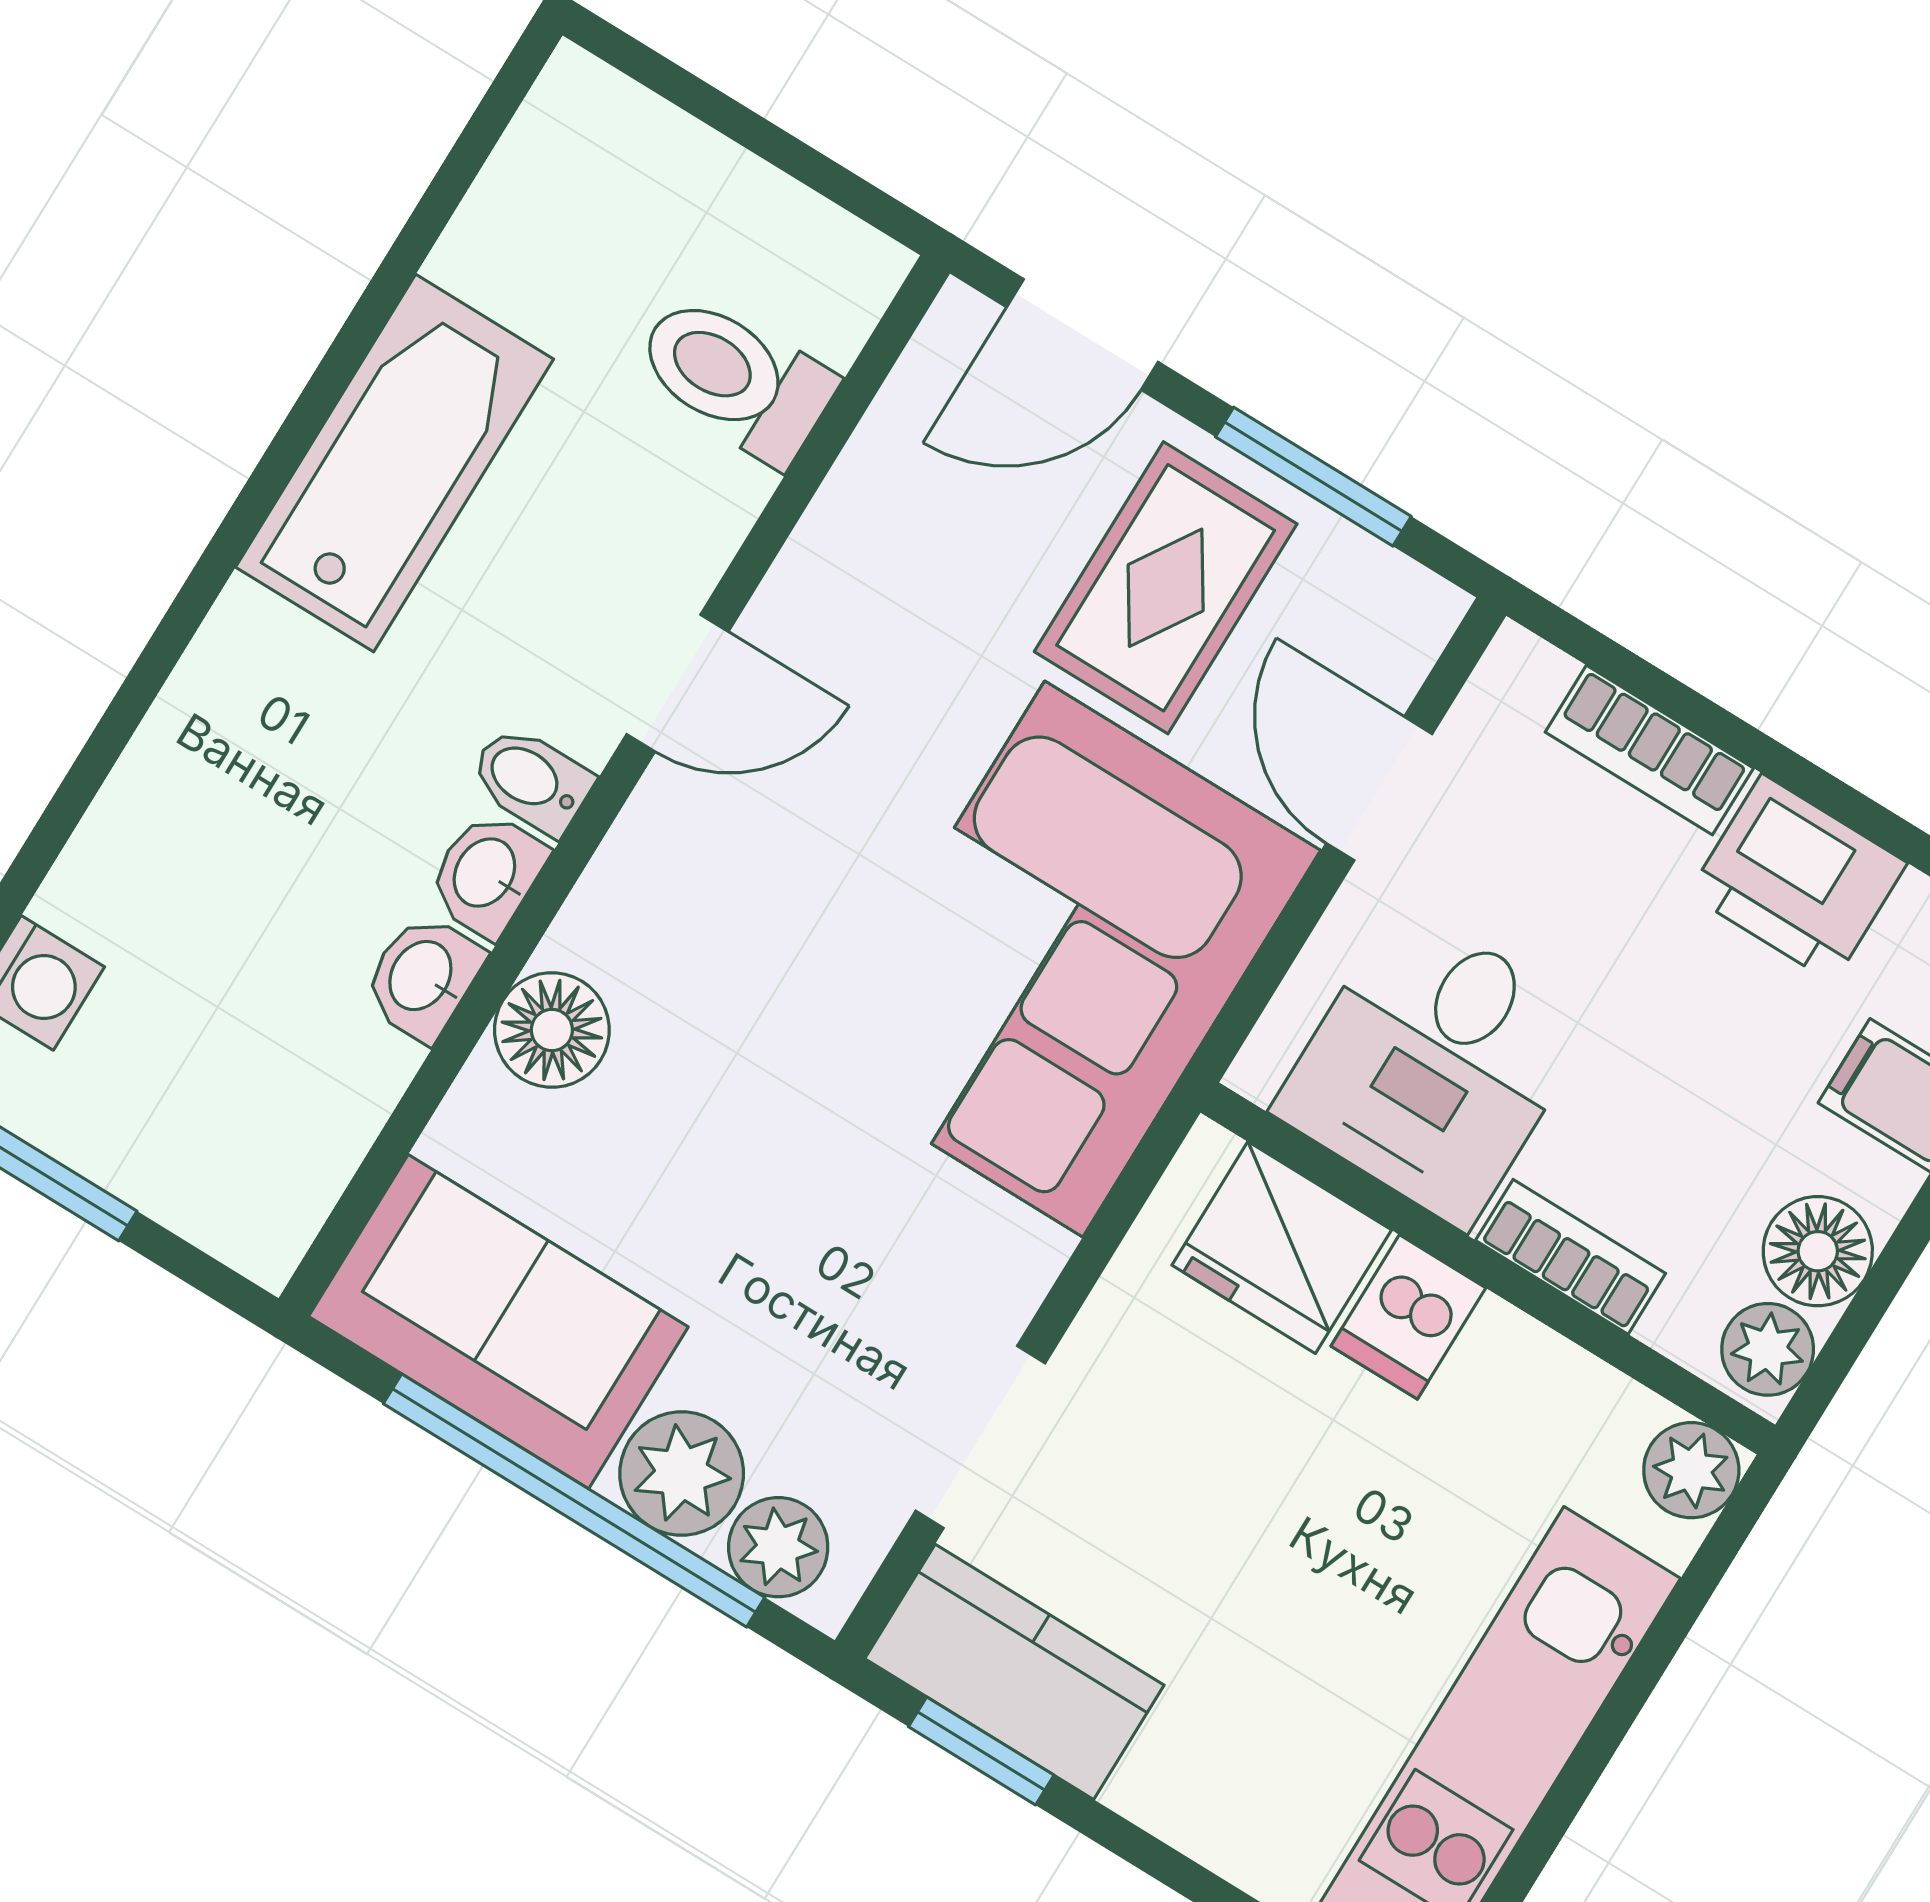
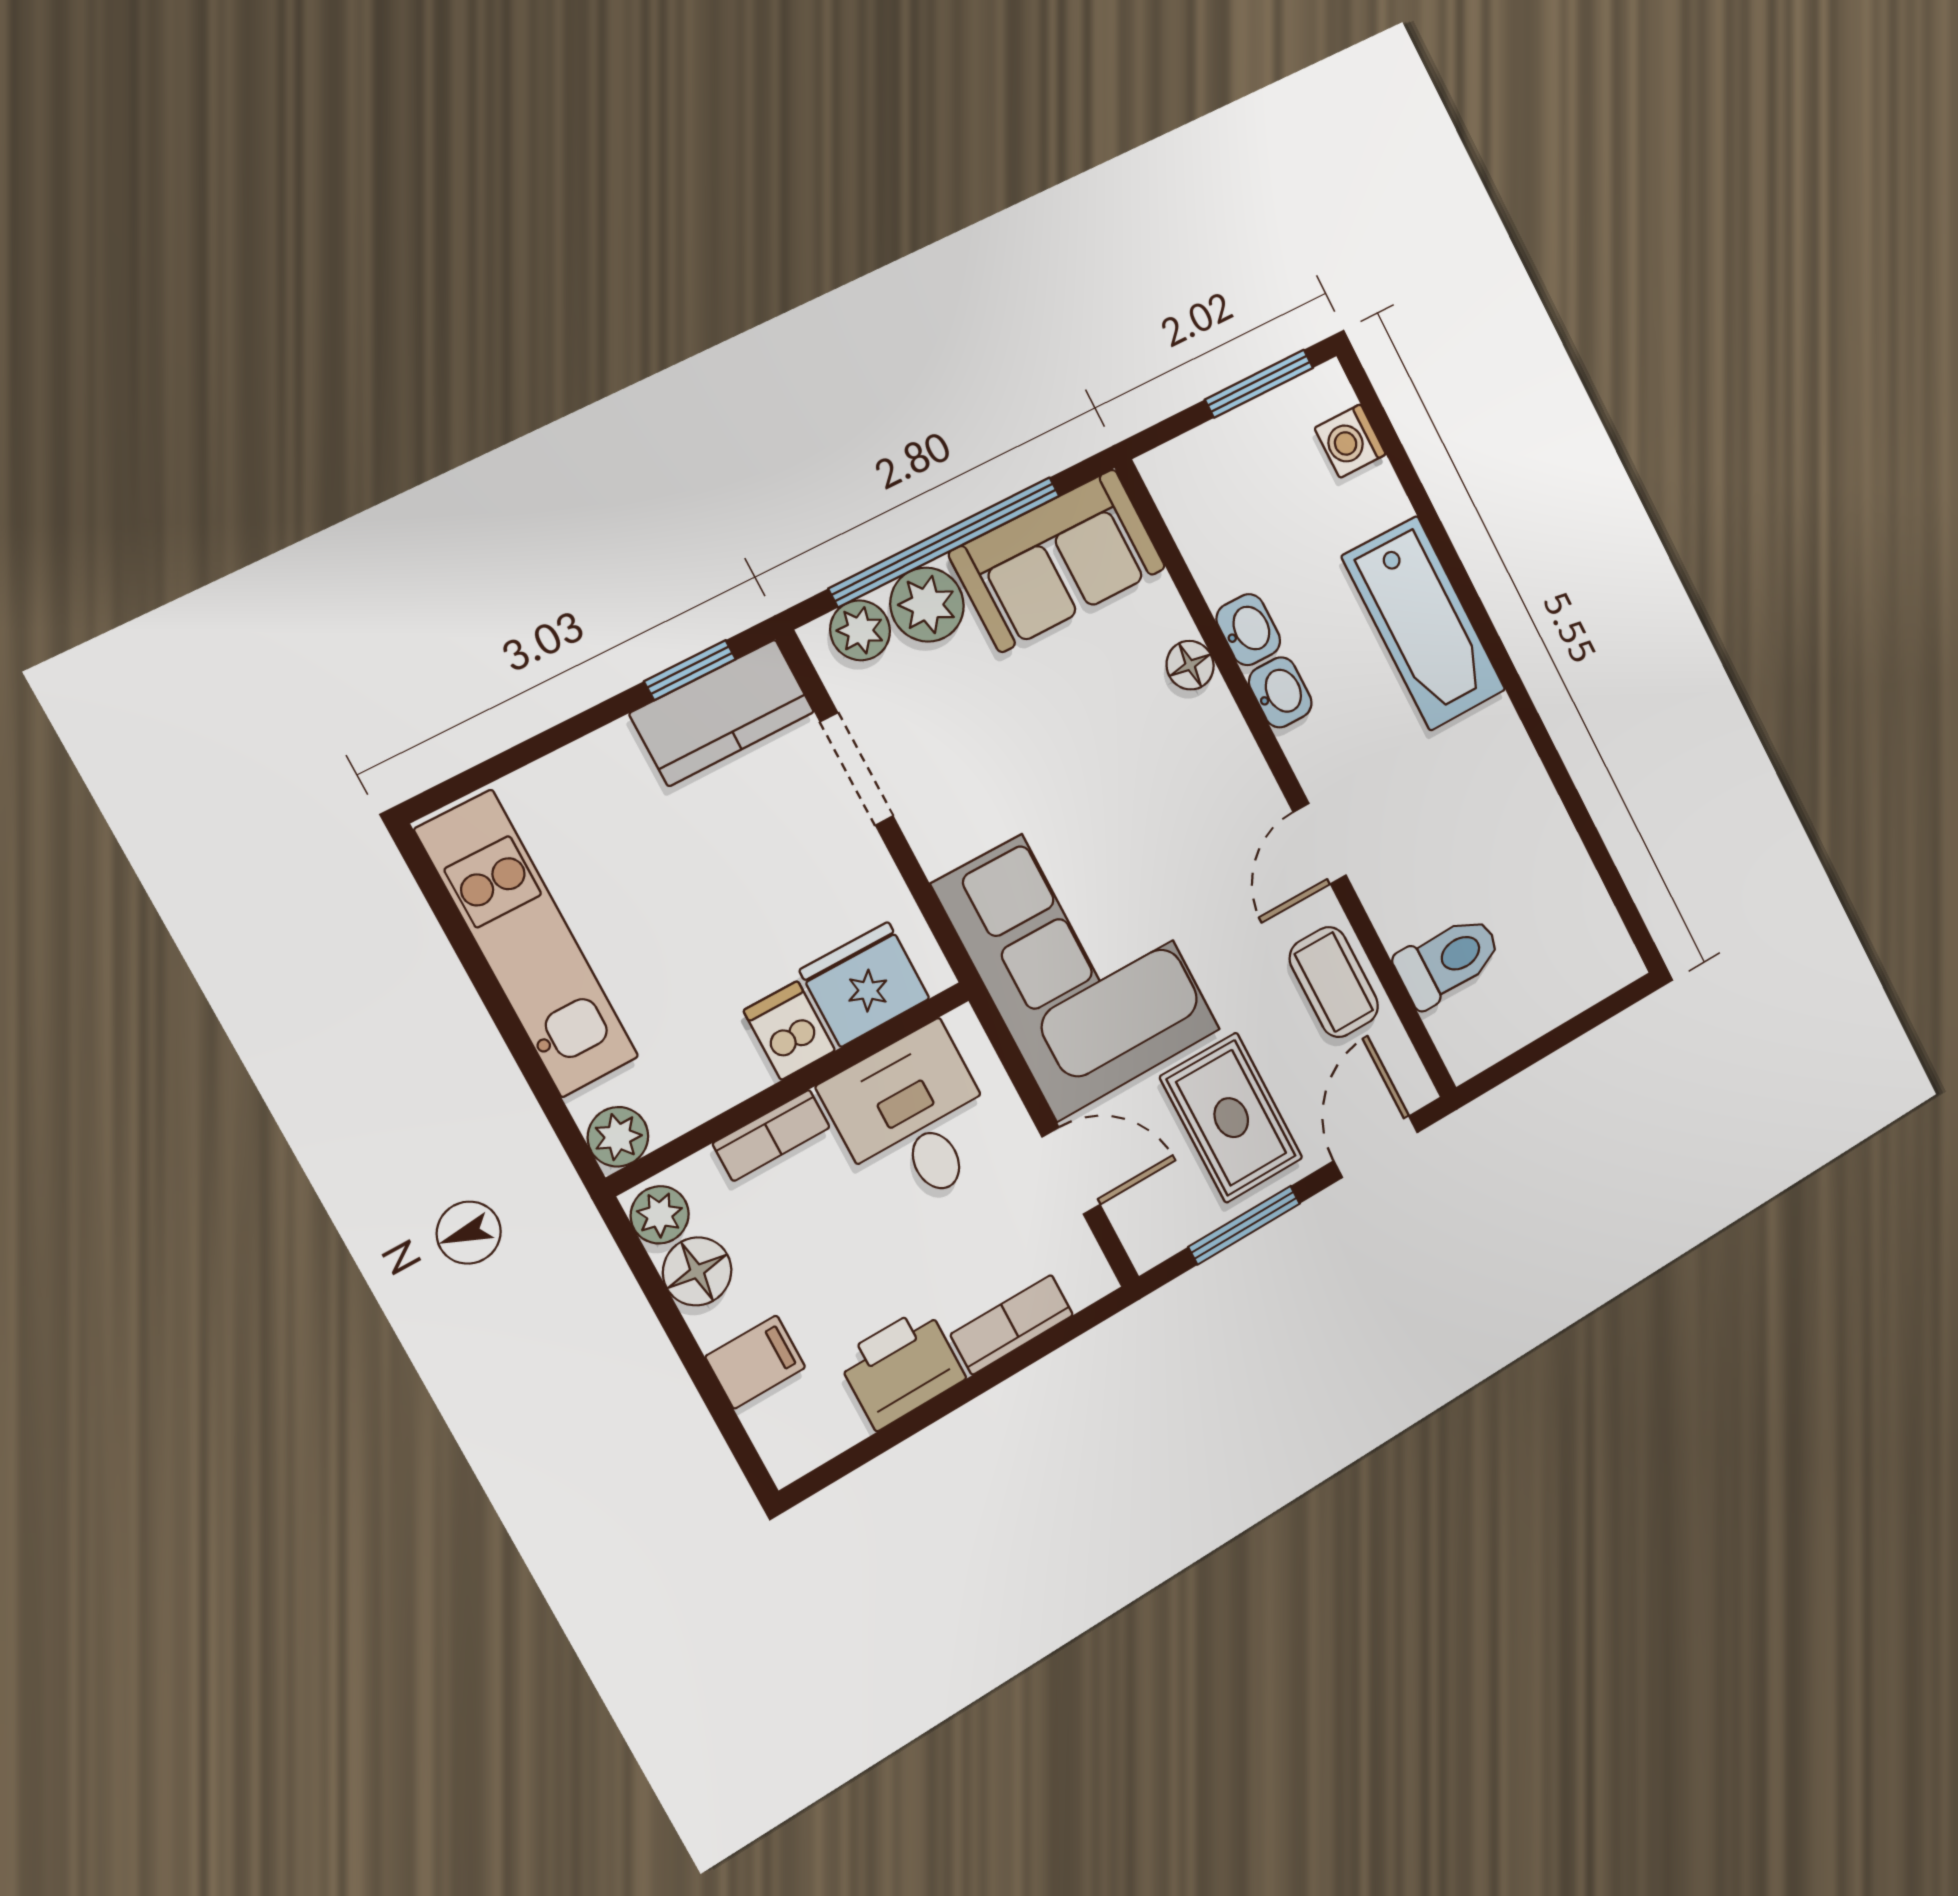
bathtub: (395, 463) -> (1424, 623), moved
coffee table: (873, 542) -> (1334, 982), added
bidet: (531, 780) -> (1313, 742), removed
floor lamp: (552, 1030) -> (1190, 665), width x0.73, depth x0.73

